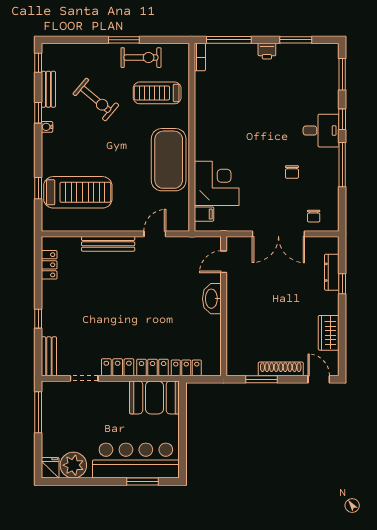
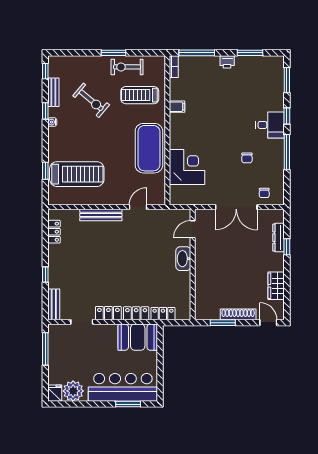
exercise bike: (141, 58) -> (127, 67), turned 180
filing cabinet: (204, 214) -> (177, 107), moved

